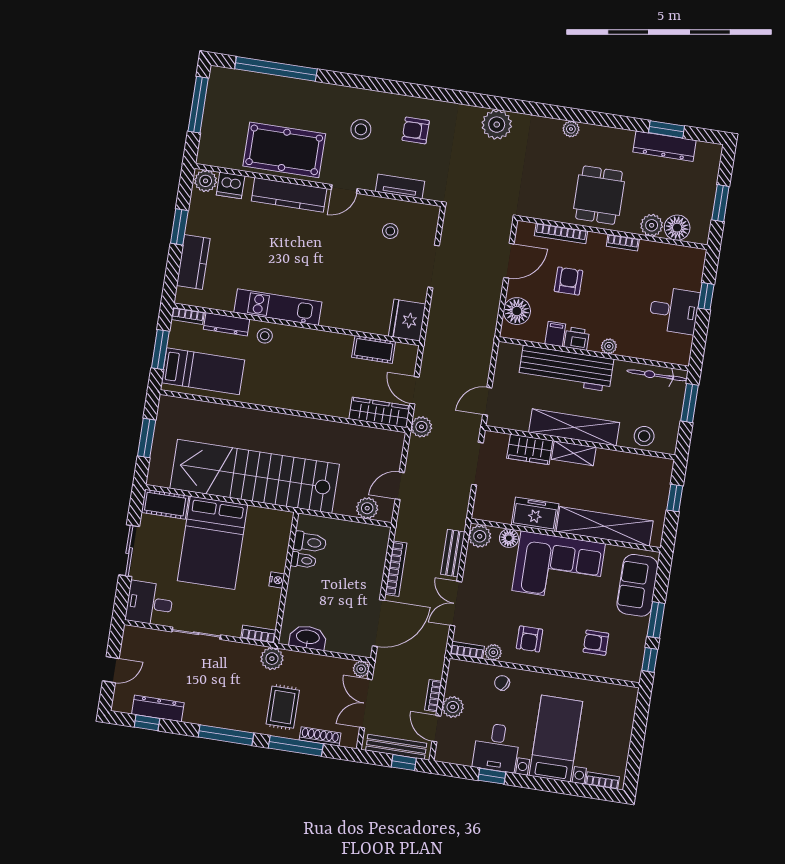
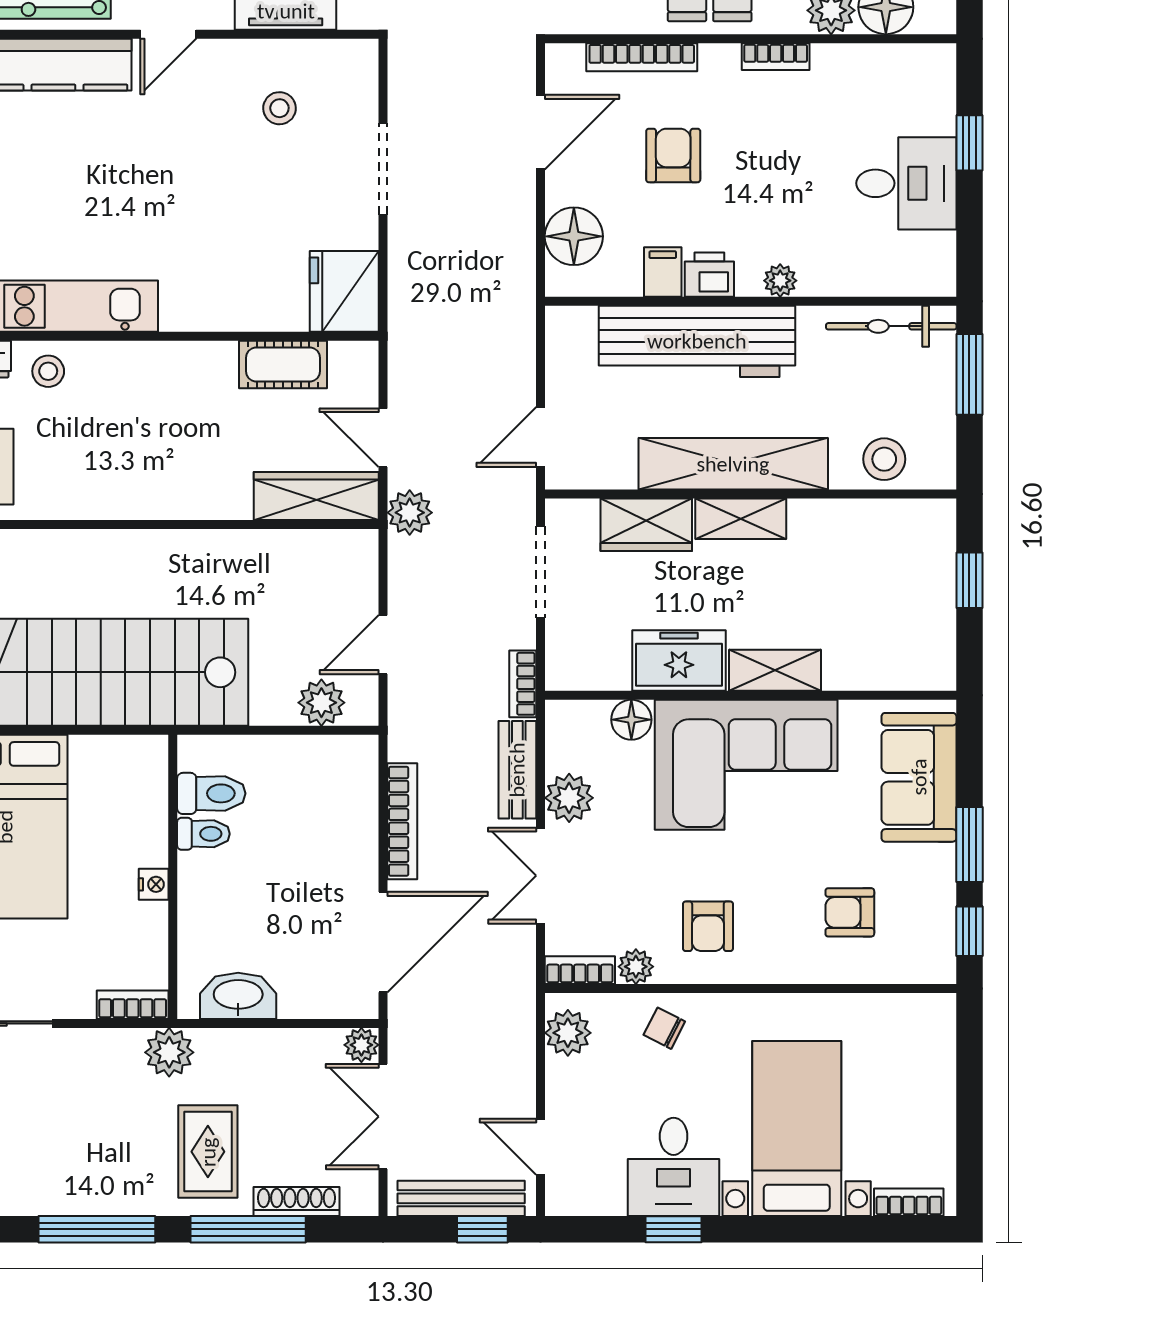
shelving: (605, 526) -> (775, 670), width x0.45, depth x0.75
plant: (480, 536) -> (569, 798), moved
bookcase: (433, 696) -> (523, 684), moved
plant: (453, 707) -> (568, 1033), moved

